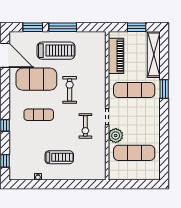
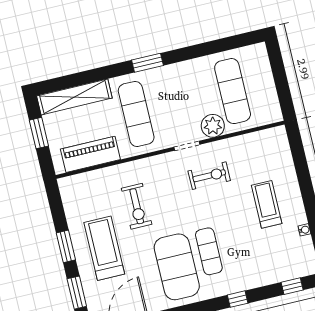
window: (63, 27) -> (66, 246), width x0.69
exercise mat: (36, 79) -> (177, 267), moved
window: (164, 89) -> (147, 63), moved
exercise bike: (70, 90) -> (137, 206), moved, turned -90

